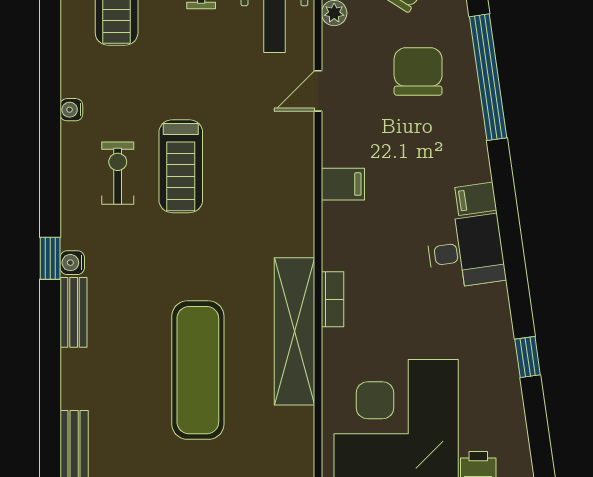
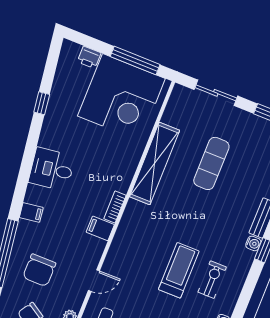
exercise bike: (118, 173) -> (212, 280), turned 180
filing cabinet: (476, 199) -> (31, 212), moved
bookcase: (332, 299) -> (115, 207), moved
exercise mat: (198, 370) -> (211, 163), width x0.73, depth x0.69

